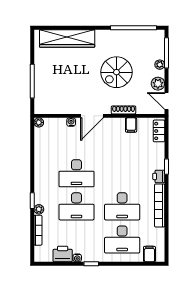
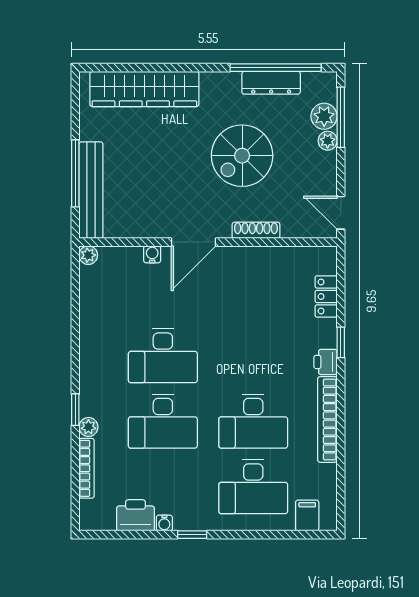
dresser: (131, 35) -> (271, 83), added
plant: (158, 84) -> (324, 116), moved
bench: (40, 90) -> (91, 190), added
filing cabinet: (131, 125) -> (271, 260), removed
locker: (159, 131) -> (326, 297), moved

